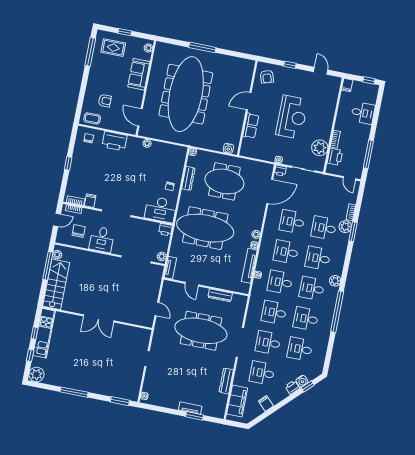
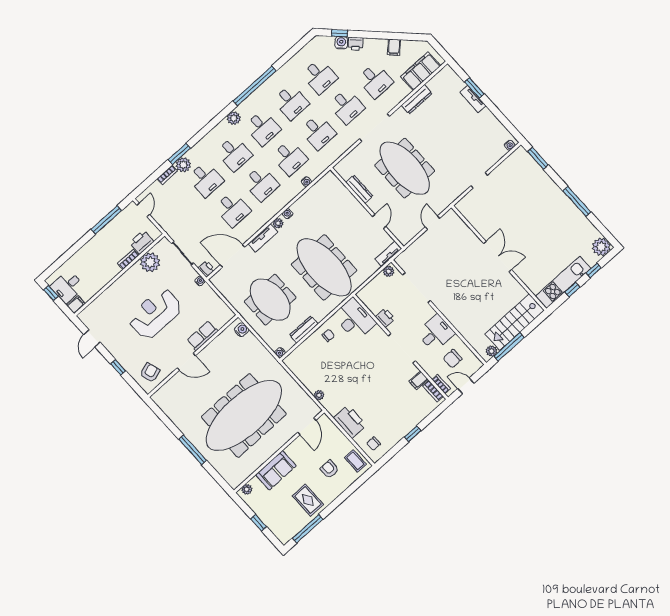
rug: (113, 48) -> (308, 500), moved
desk: (363, 113) -> (67, 287), moved, turned -90
printer: (165, 230) -> (385, 318), moved
tv unit: (249, 266) -> (263, 238), moved, width x0.71

